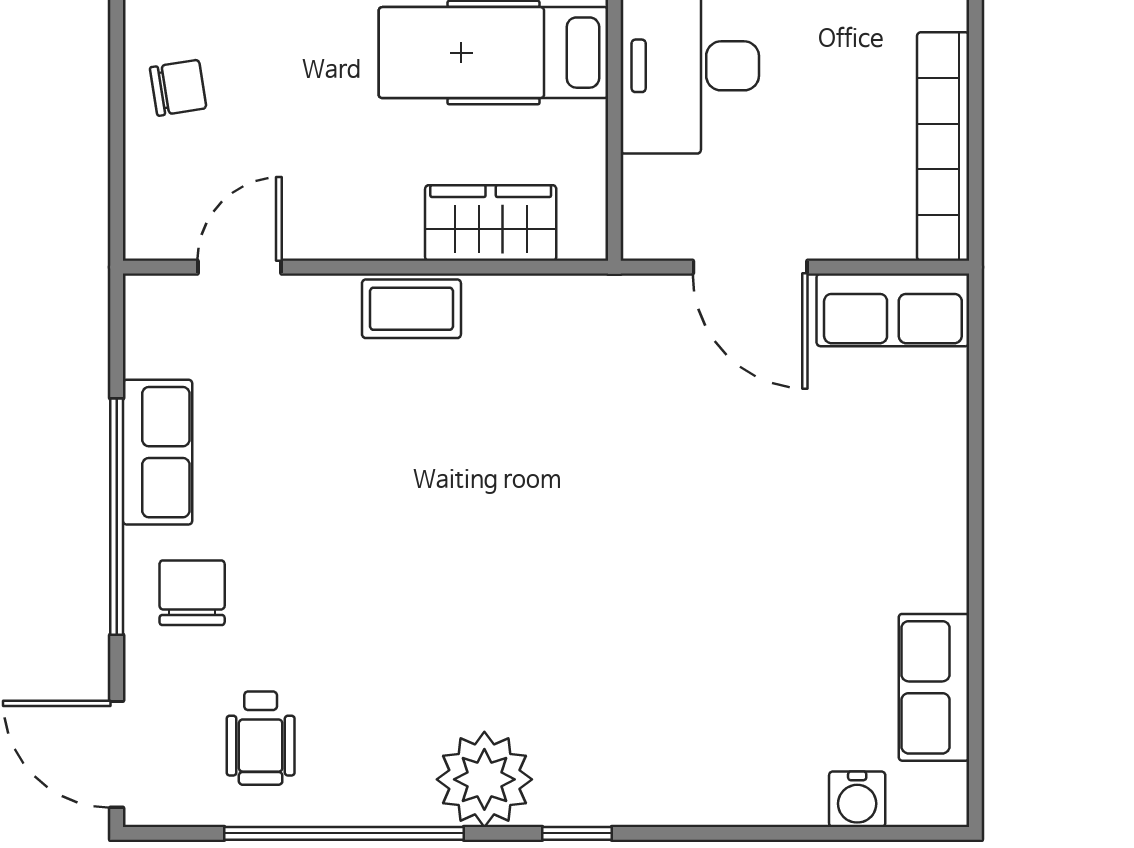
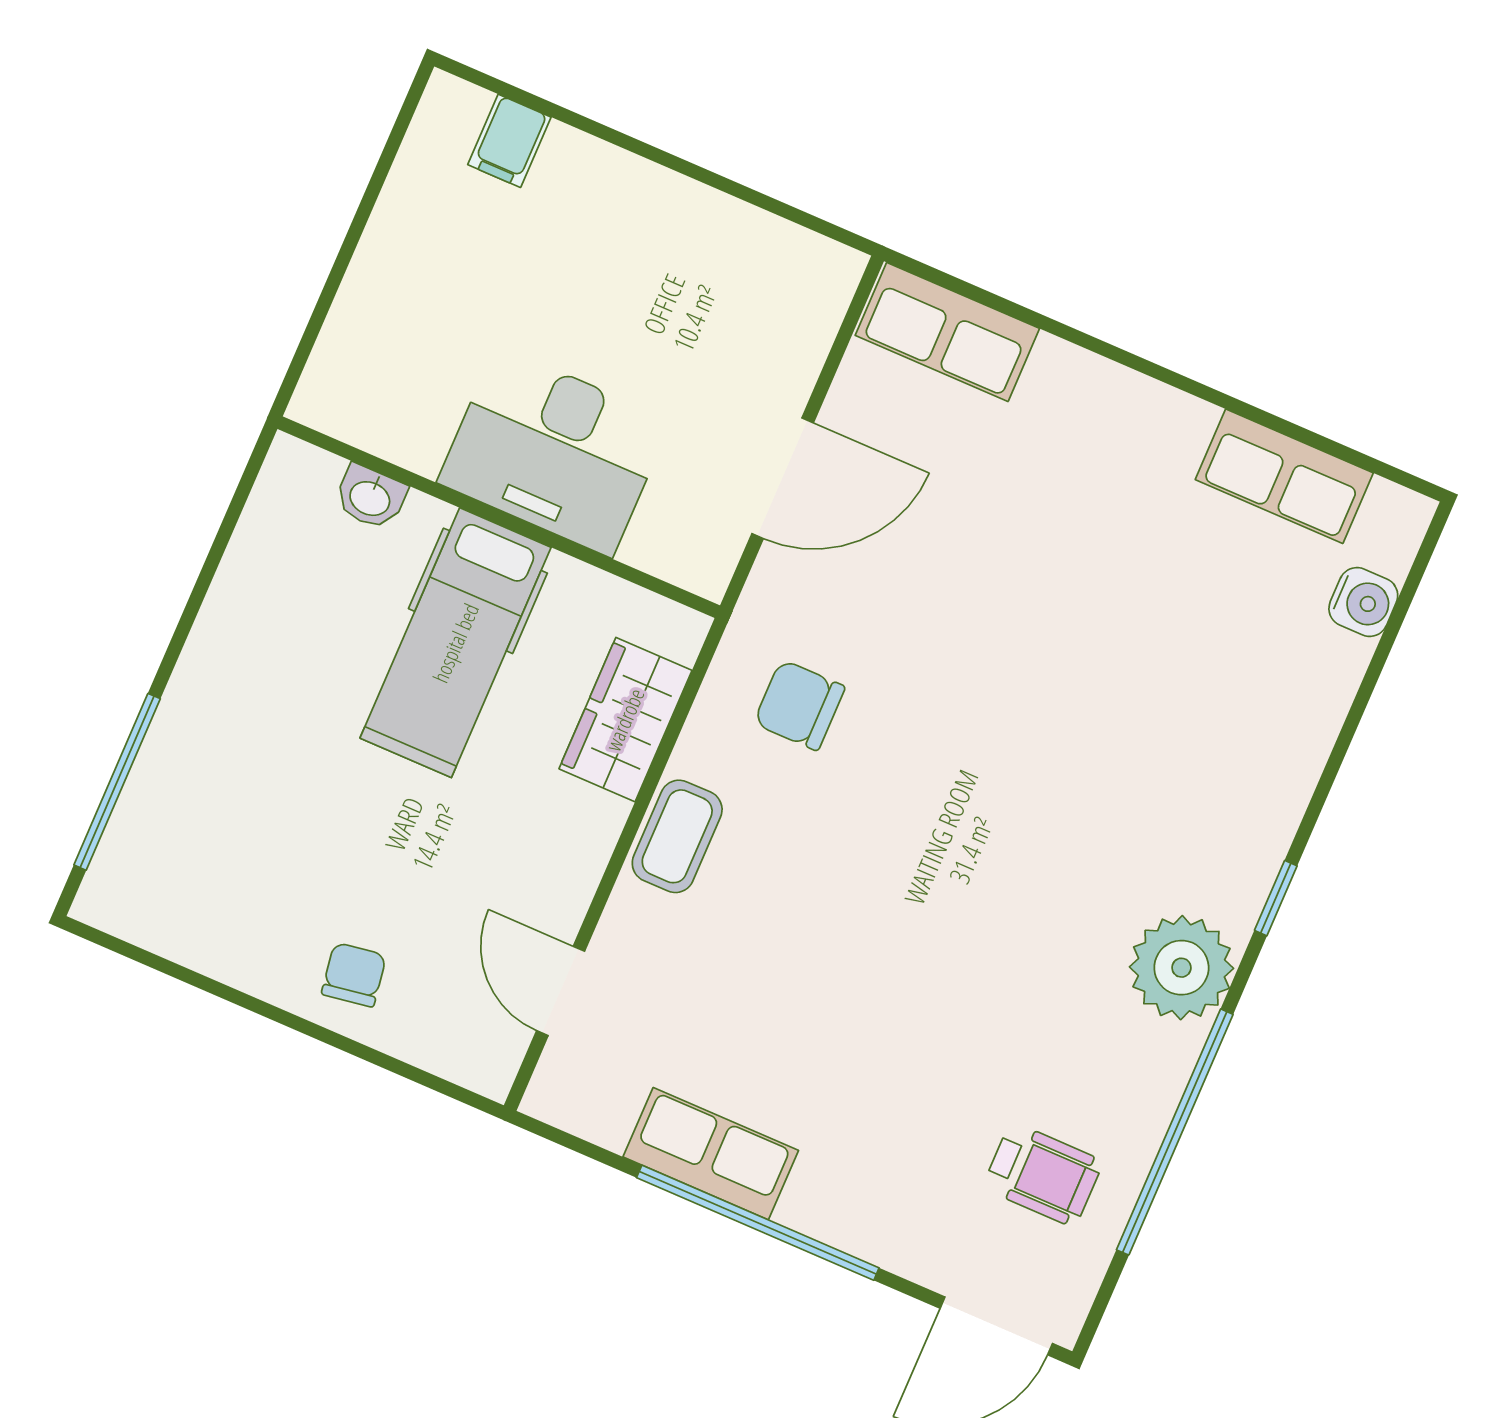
bookcase: (943, 147) -> (745, 232), removed
row of seats: (893, 310) -> (947, 332), moved, turned 90
chair: (192, 593) -> (799, 705), moved

